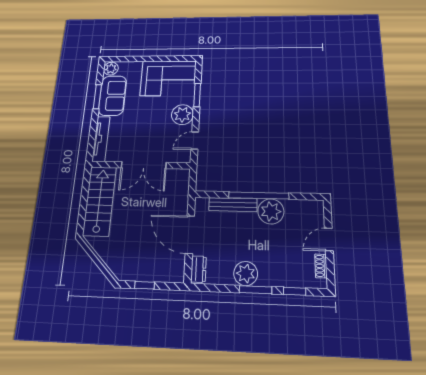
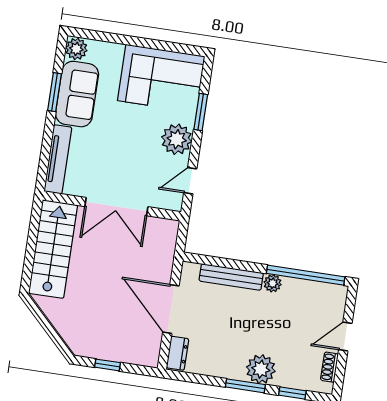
window: (259, 196) -> (306, 275), moved
plant: (271, 211) -> (273, 283), width x0.53, depth x0.53
plant: (246, 273) -> (261, 369), moved

